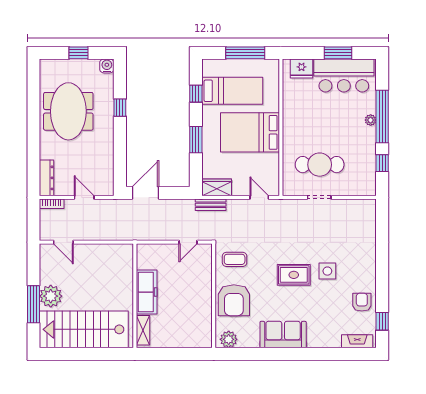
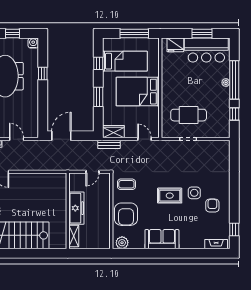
freezer: (147, 292) -> (76, 208), moved
wall: (135, 296) -> (68, 211), moved
armchair: (362, 302) -> (212, 206), moved
shelving: (143, 330) -> (74, 236), moved

